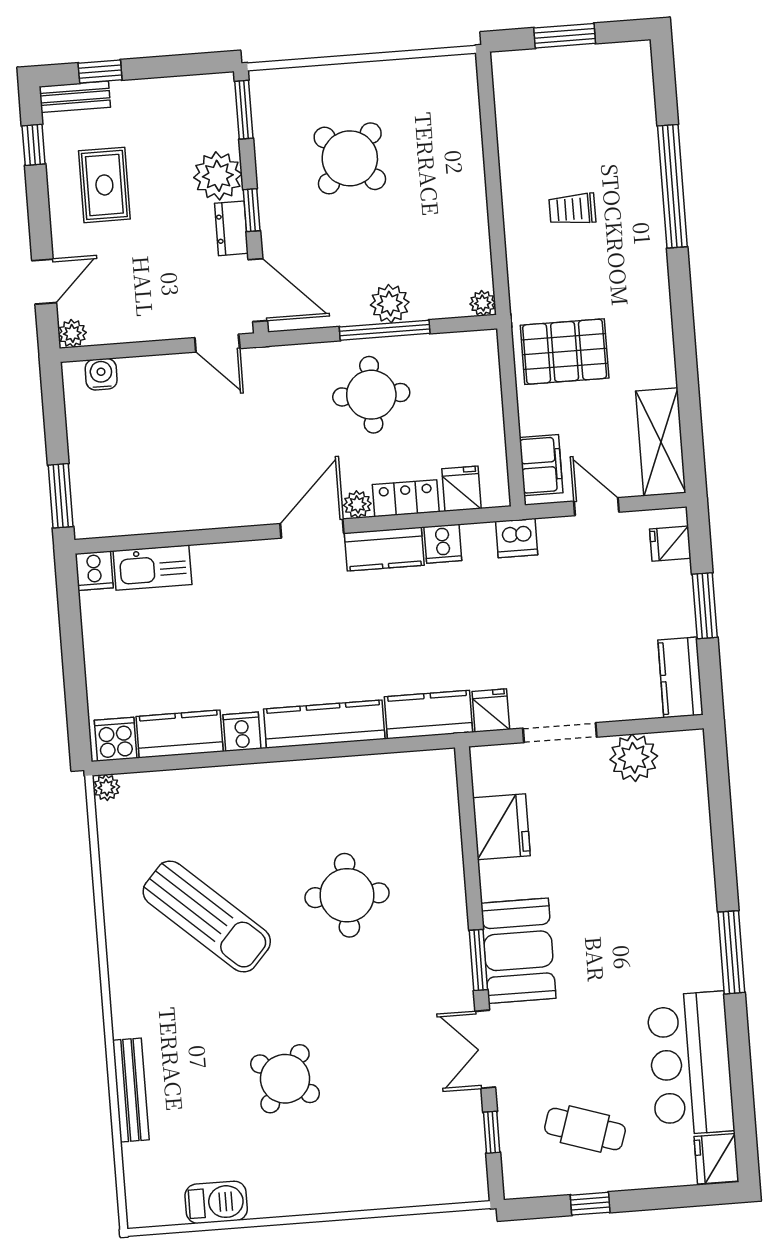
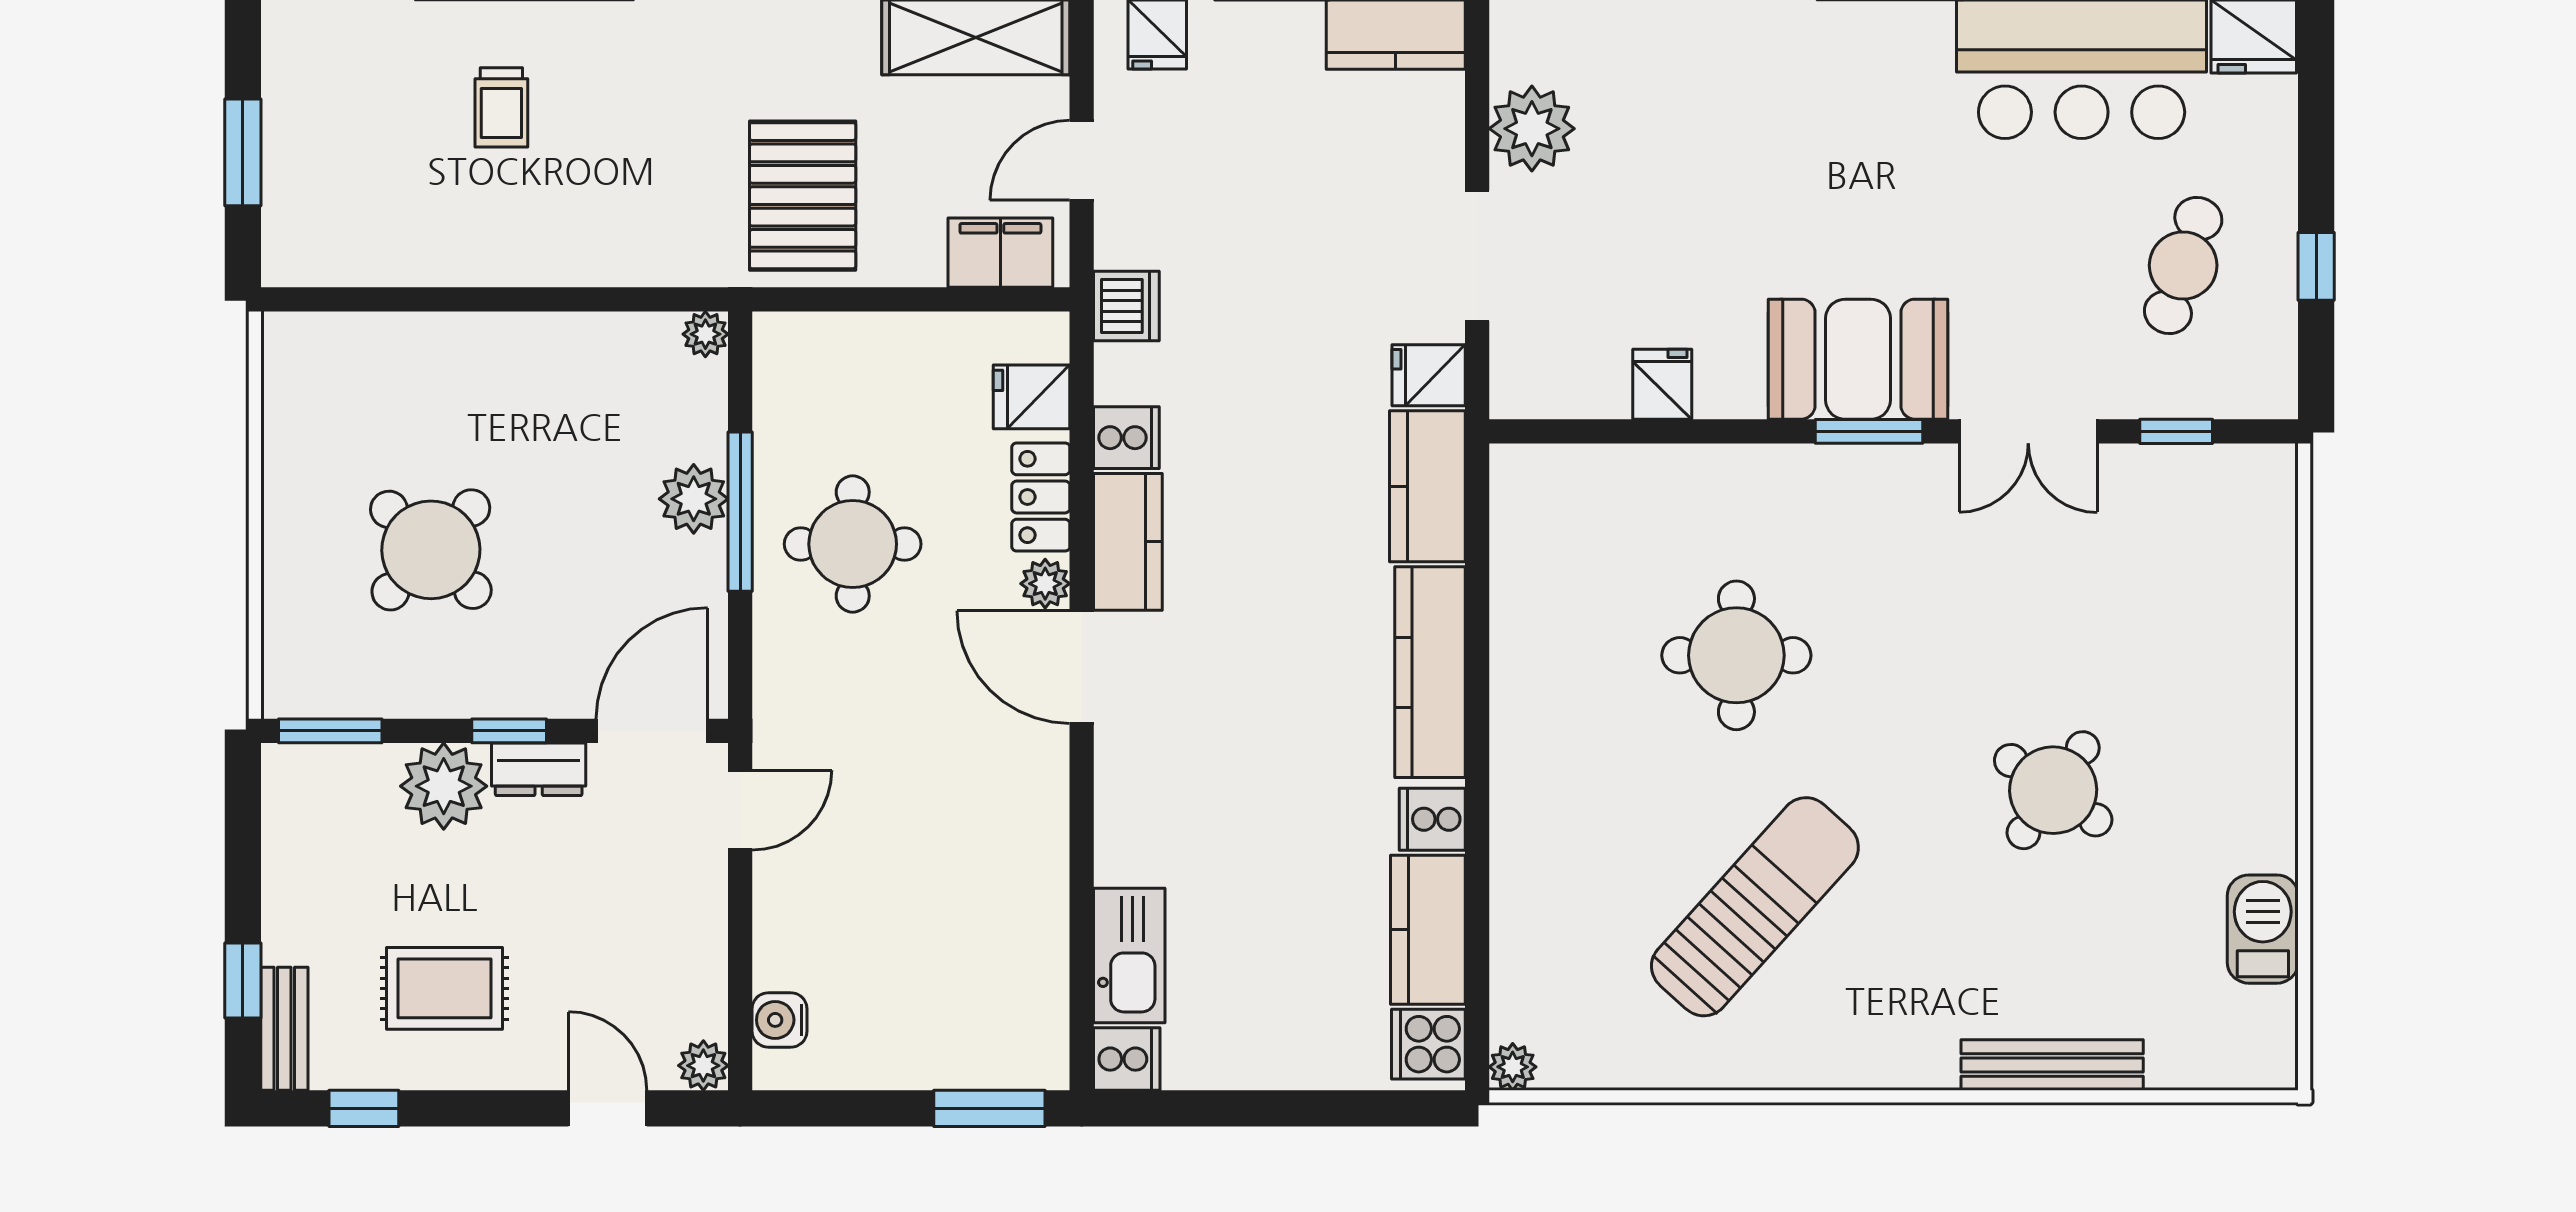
trolley: (572, 209) -> (501, 107), moved
fridge: (501, 827) -> (1662, 384), width x0.53, depth x0.75

